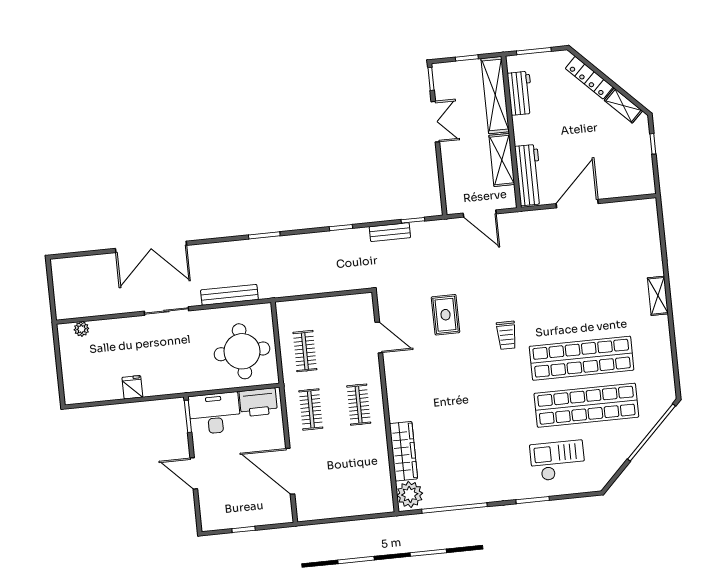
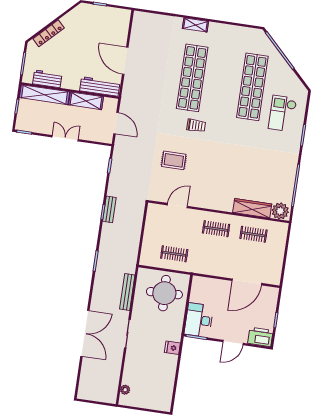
shelving: (623, 106) -> (71, 16), removed
double door: (435, 122) -> (65, 138), moved
door: (480, 213) -> (116, 123), hinge flipped
bench: (390, 232) -> (109, 209), moved
shop shelf: (582, 358) -> (192, 78), moved
fridge: (132, 387) -> (172, 348), moved
printer: (258, 402) -> (260, 337), moved, turned -90
clothes rail: (311, 409) -> (253, 234), moved

